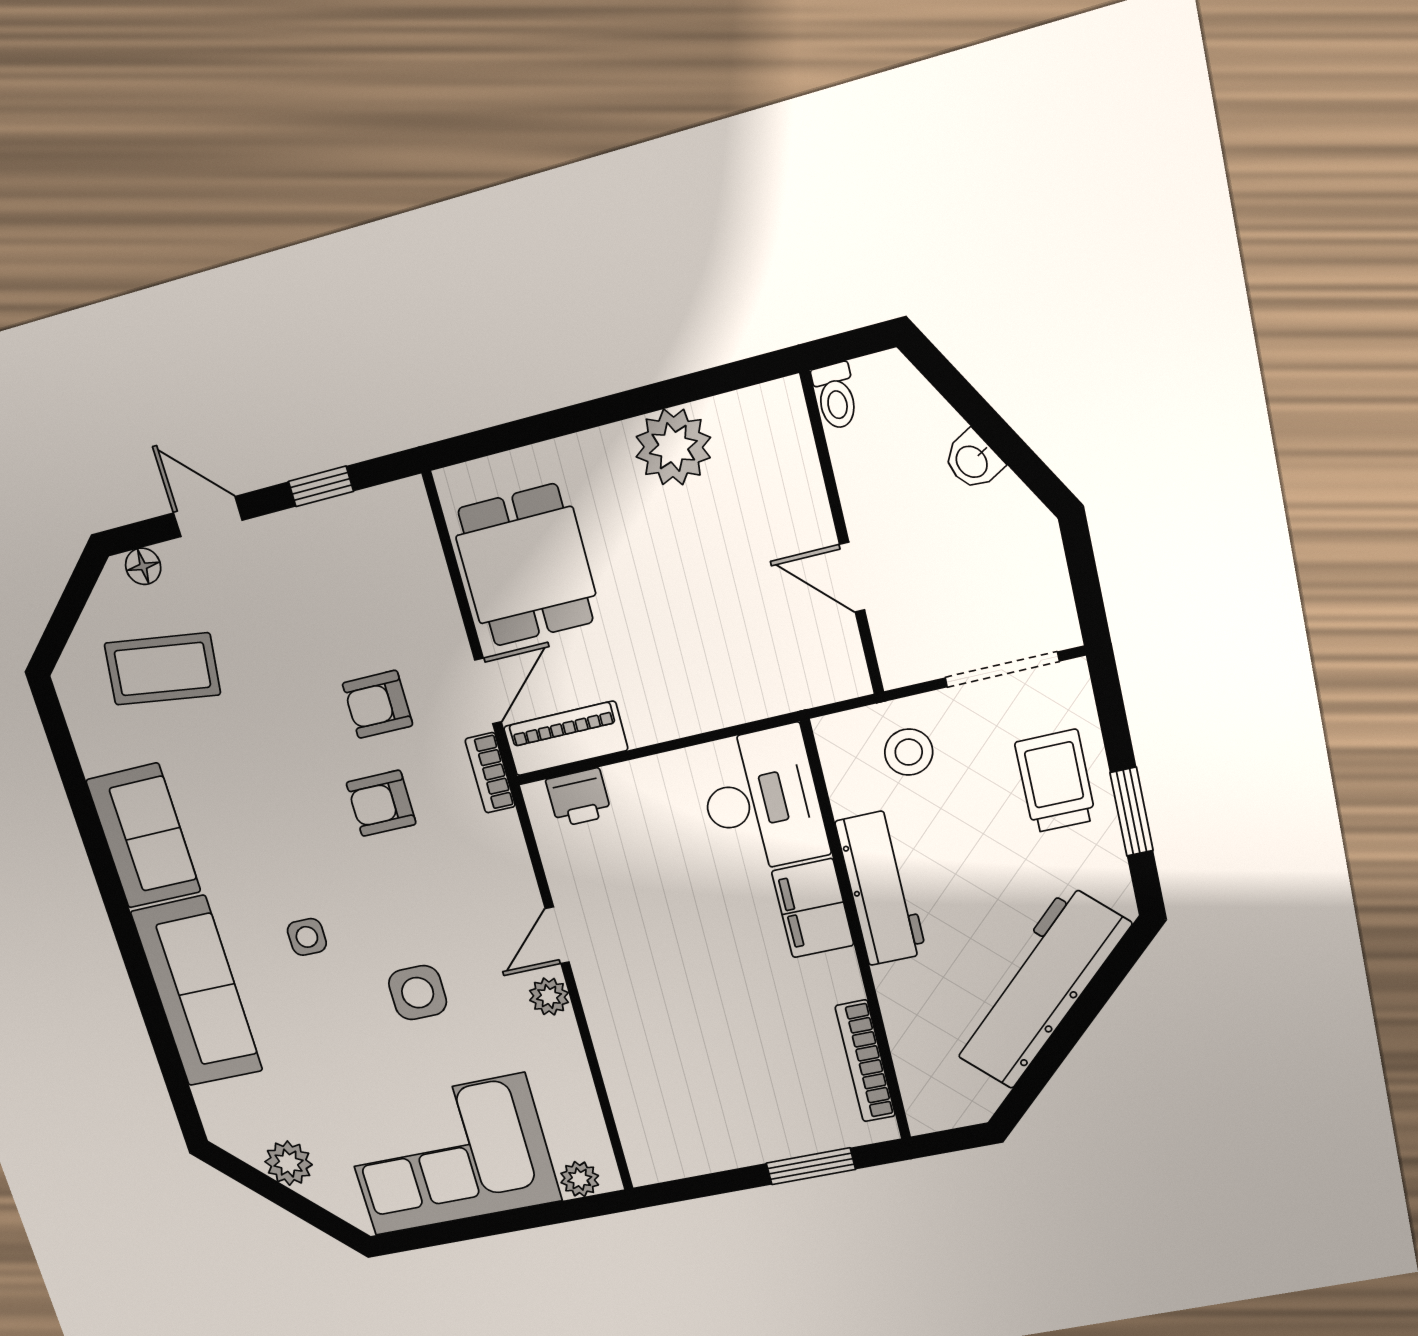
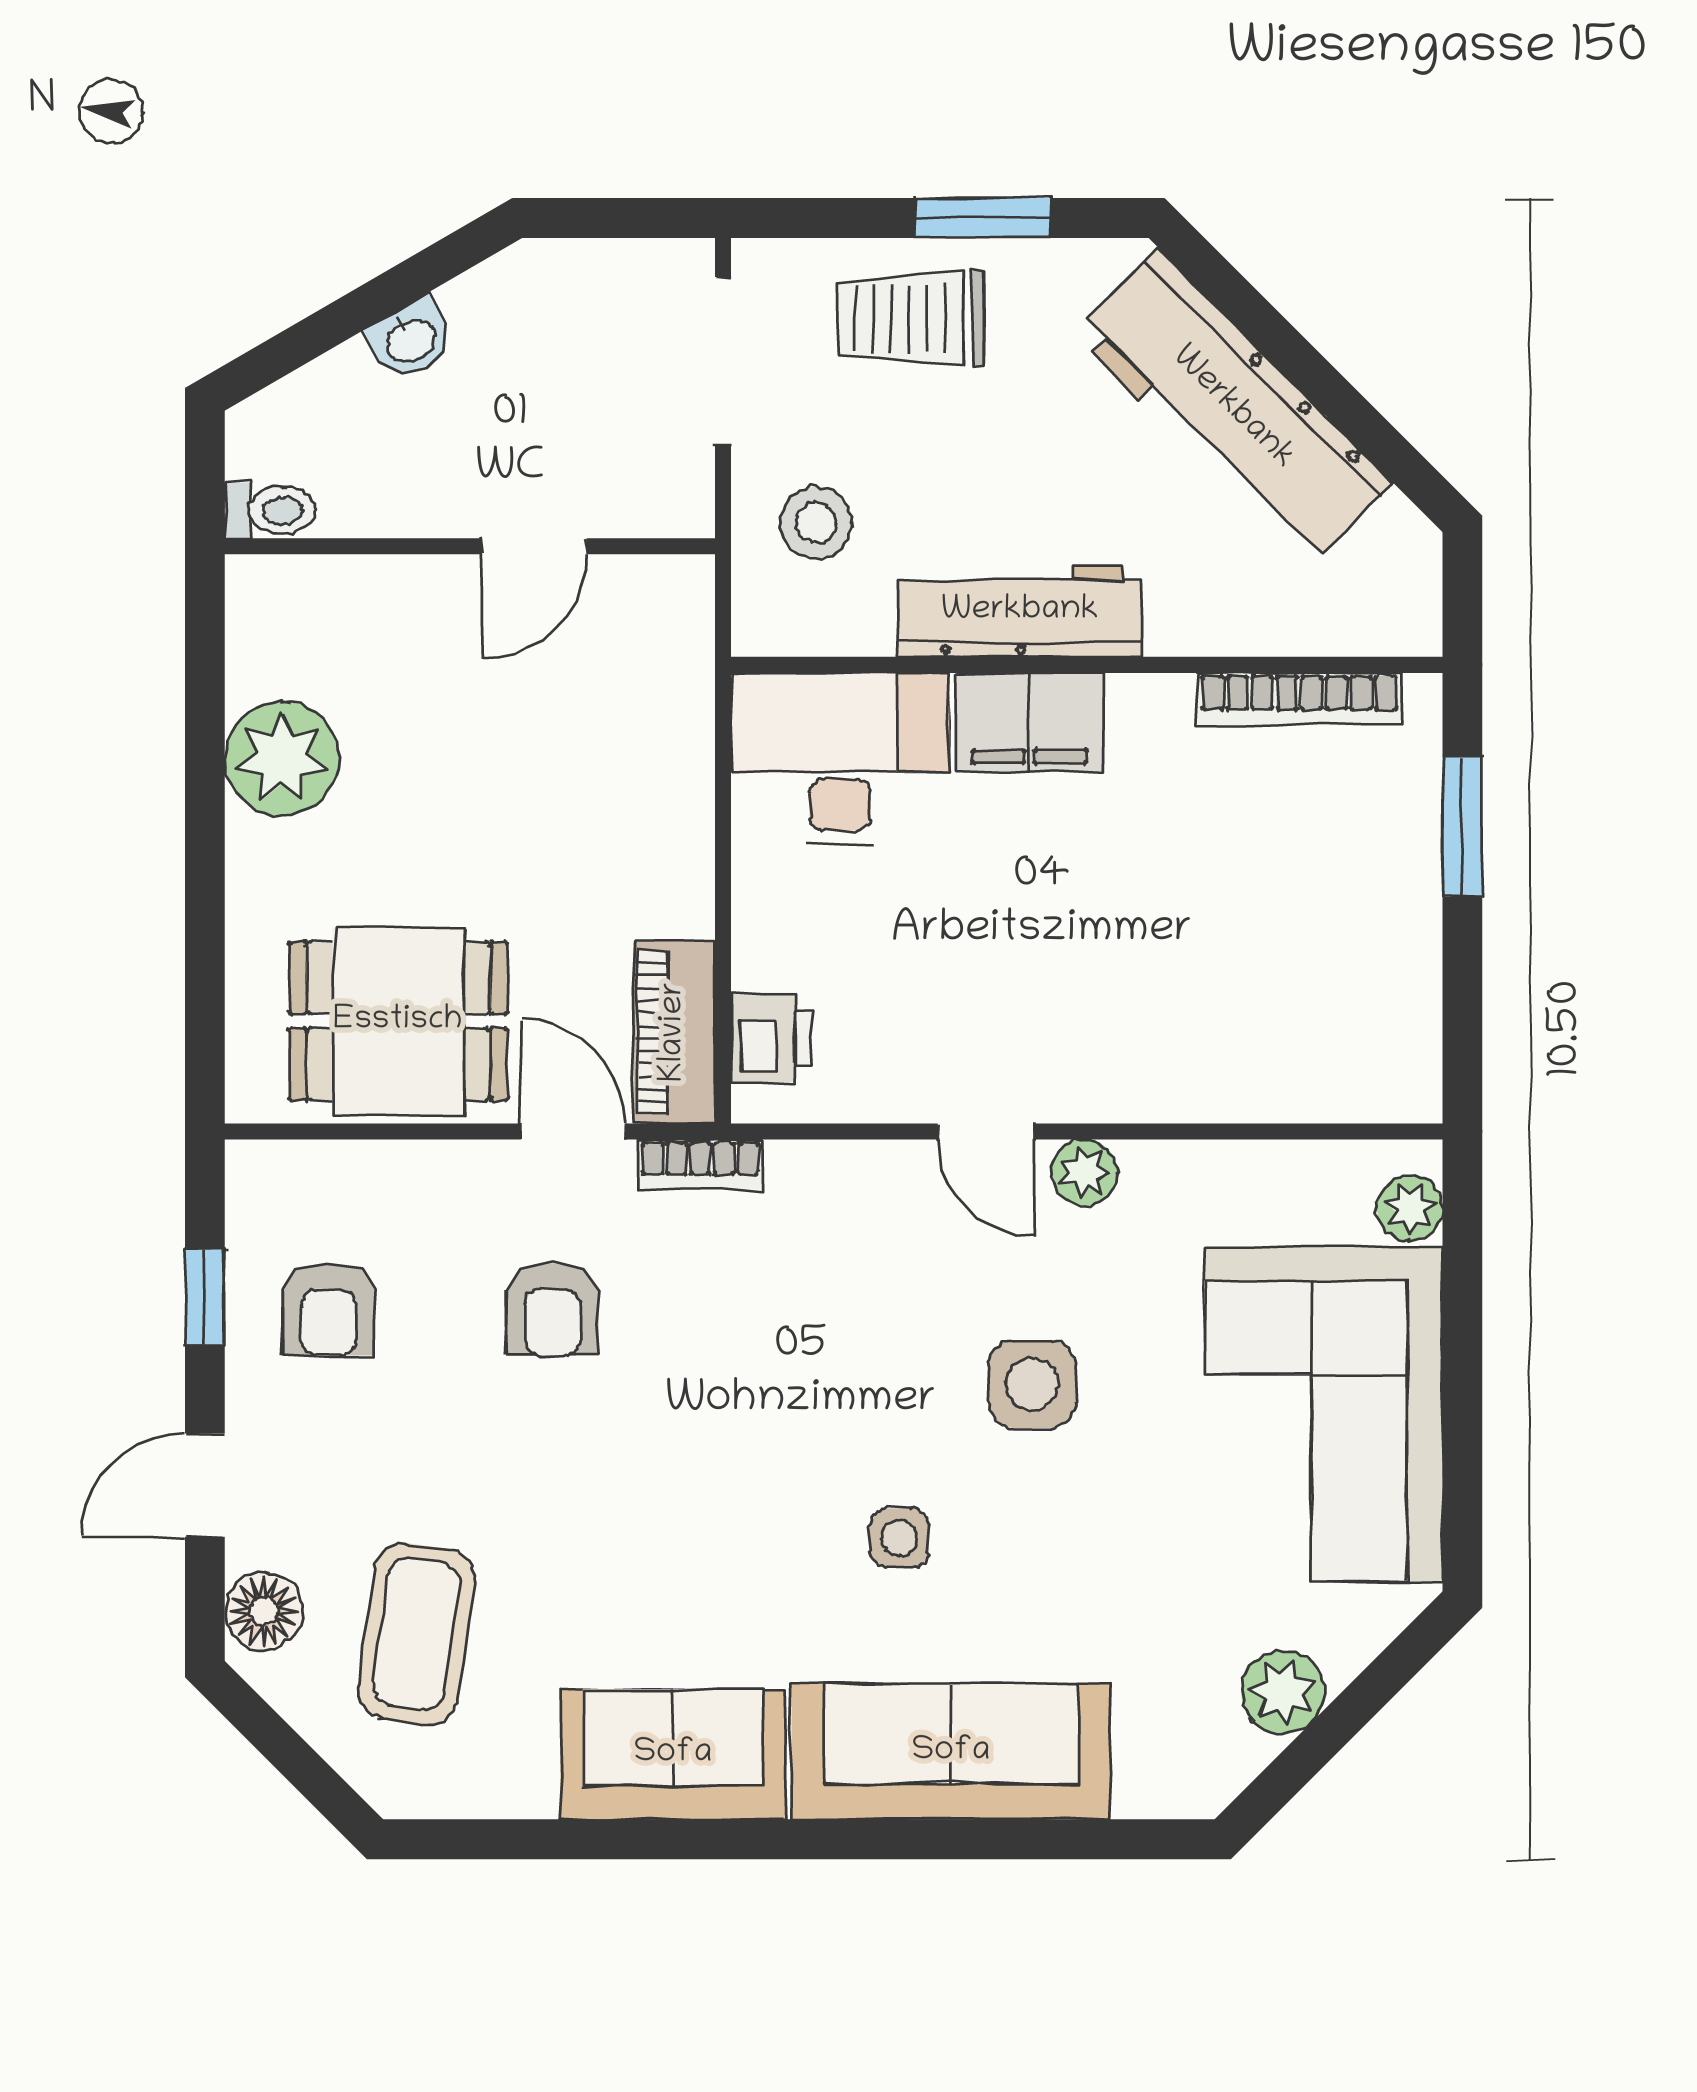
floor lamp: (143, 566) -> (264, 1611), width x1.37, depth x1.37
armchair: (381, 803) -> (328, 1309), moved

